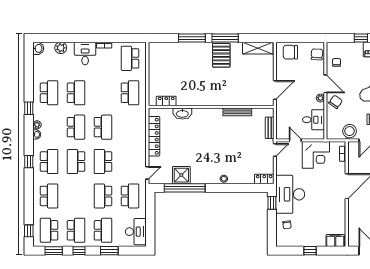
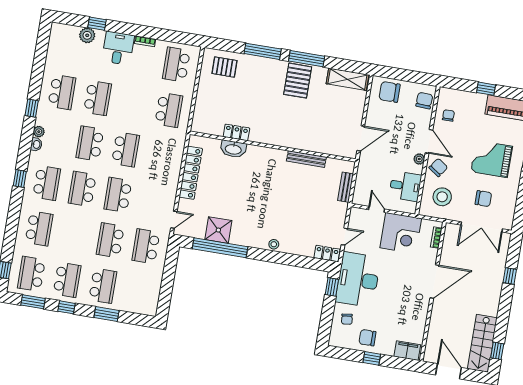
window: (67, 38) -> (97, 24), added
washbasin: (38, 48) -> (57, 31), removed
pallet: (166, 54) -> (225, 67), added
locker: (166, 101) -> (236, 132), moved
school desk: (76, 127) -> (90, 143), turned 180
stool: (350, 131) -> (442, 197), moved
door: (275, 150) -> (344, 237), moved
school desk: (130, 196) -> (146, 246), turned 180
desk: (136, 232) -> (146, 295), removed
chair: (304, 236) -> (367, 338), added

